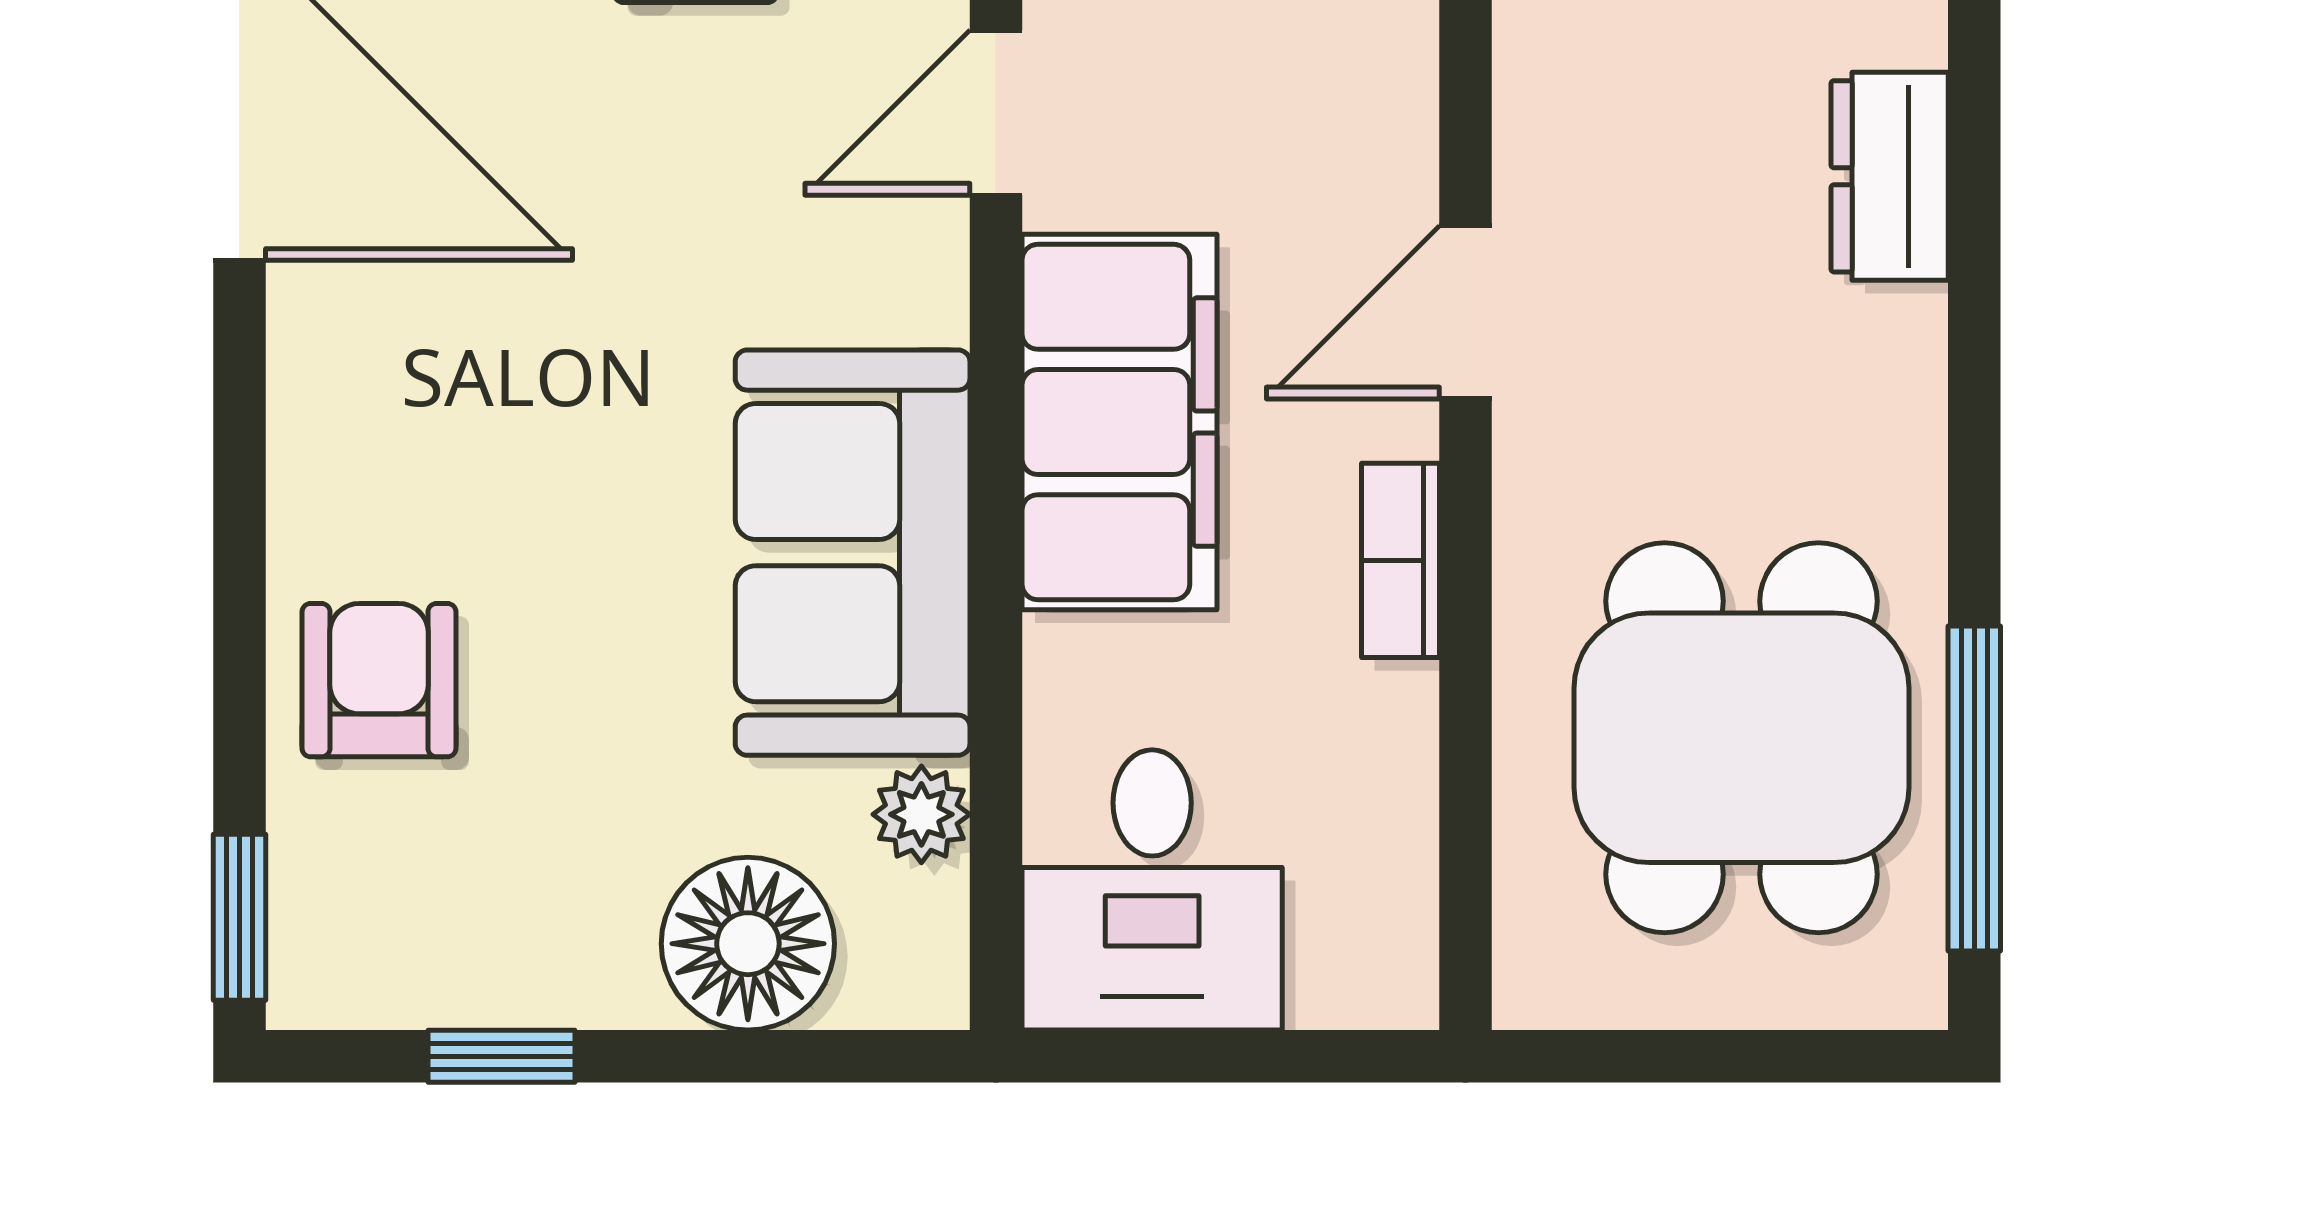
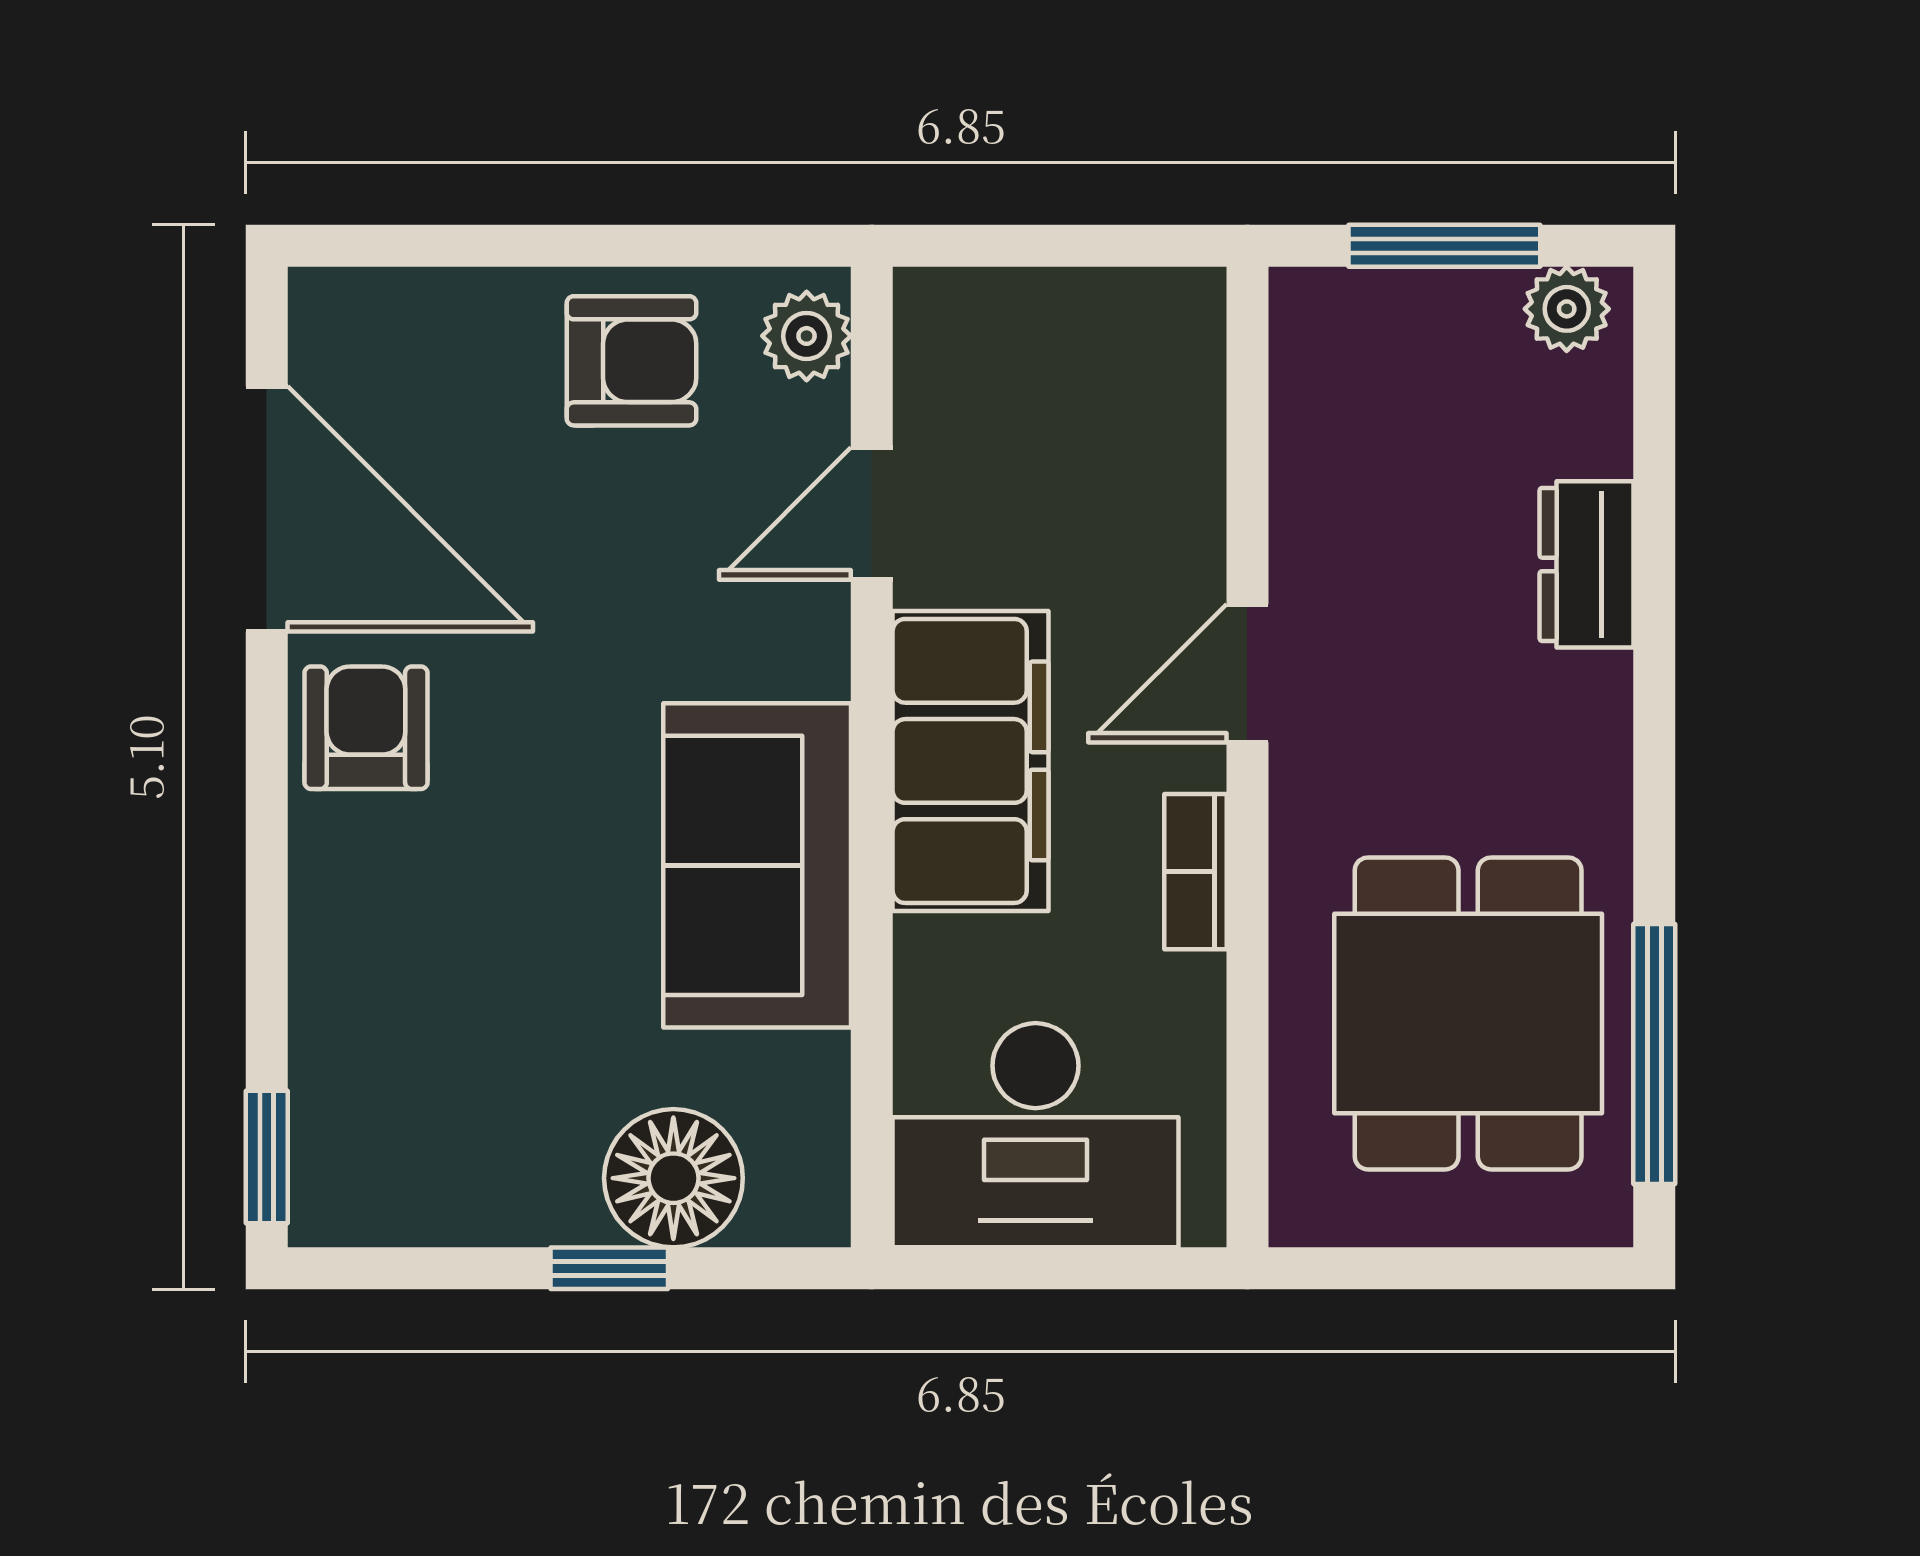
armchair: (379, 680) -> (366, 728), moved
plant: (921, 814) -> (812, 1075), removed
desk: (1152, 890) -> (1035, 1135), width x1.37
window: (502, 1056) -> (609, 1268), moved

